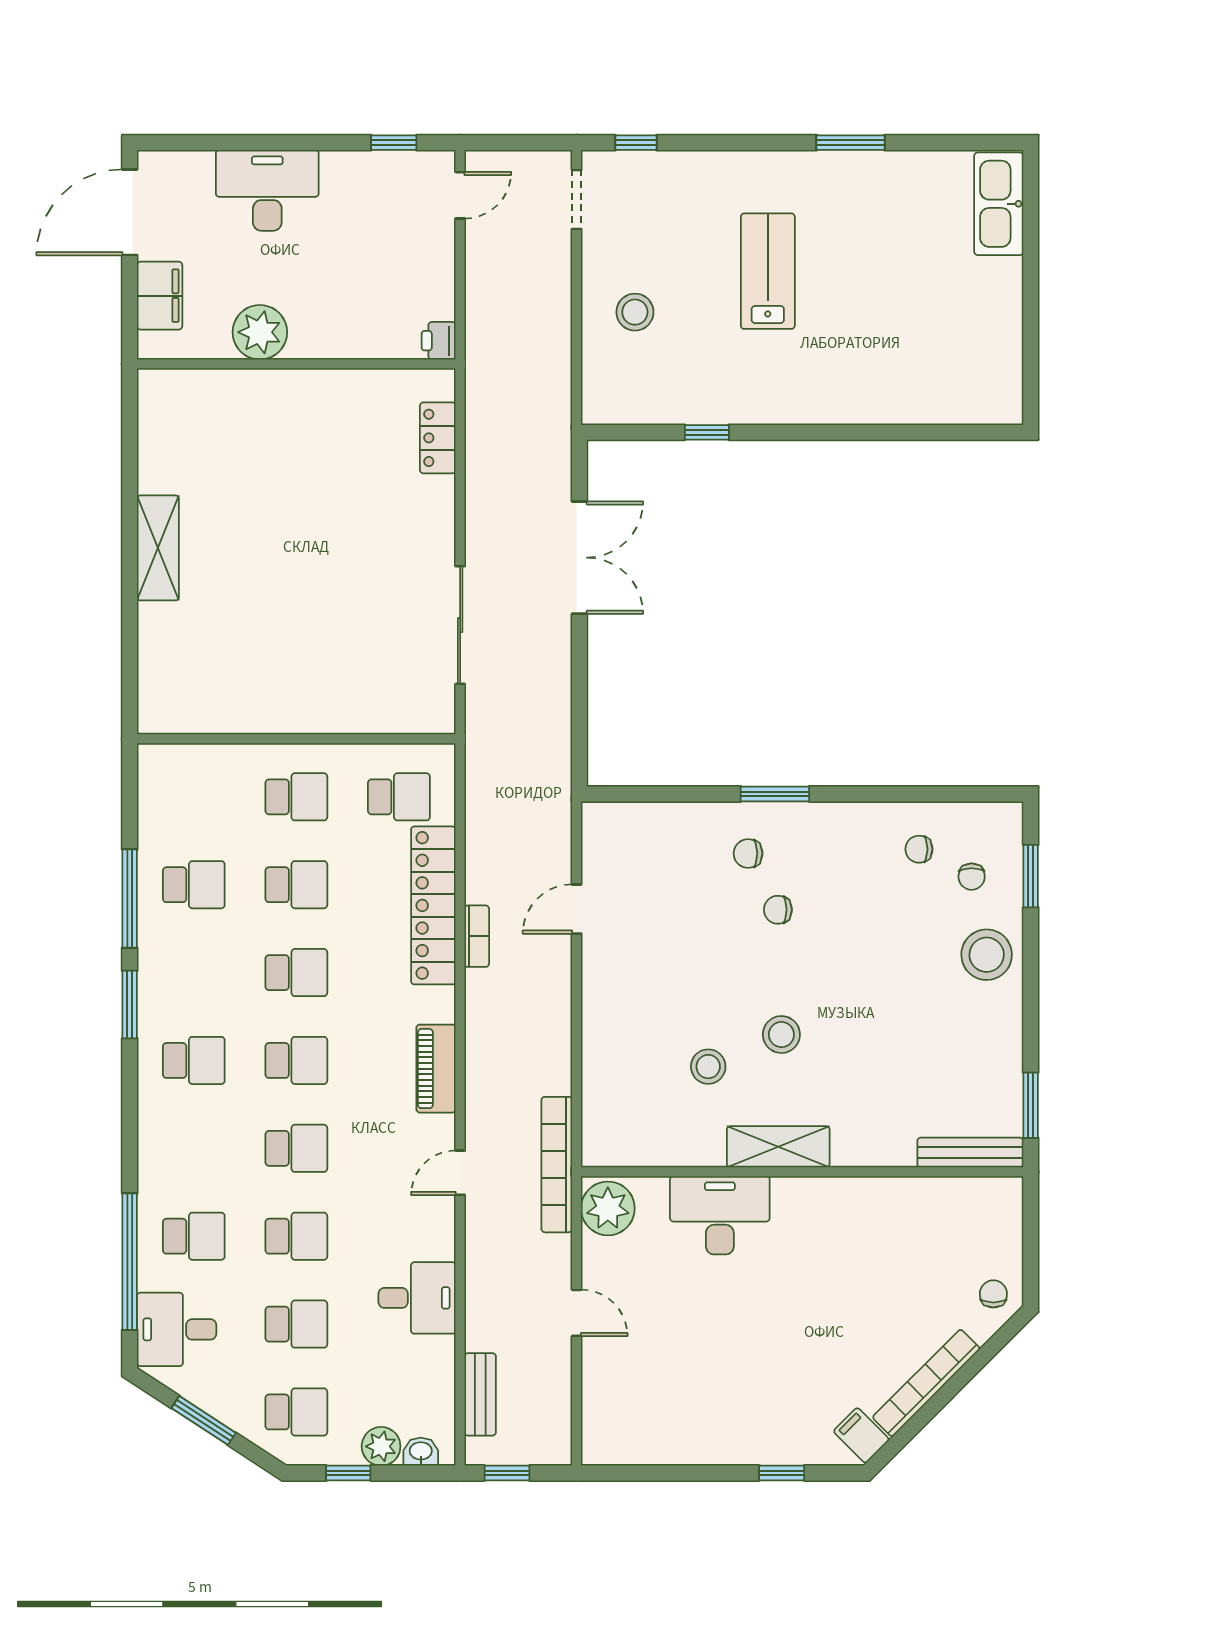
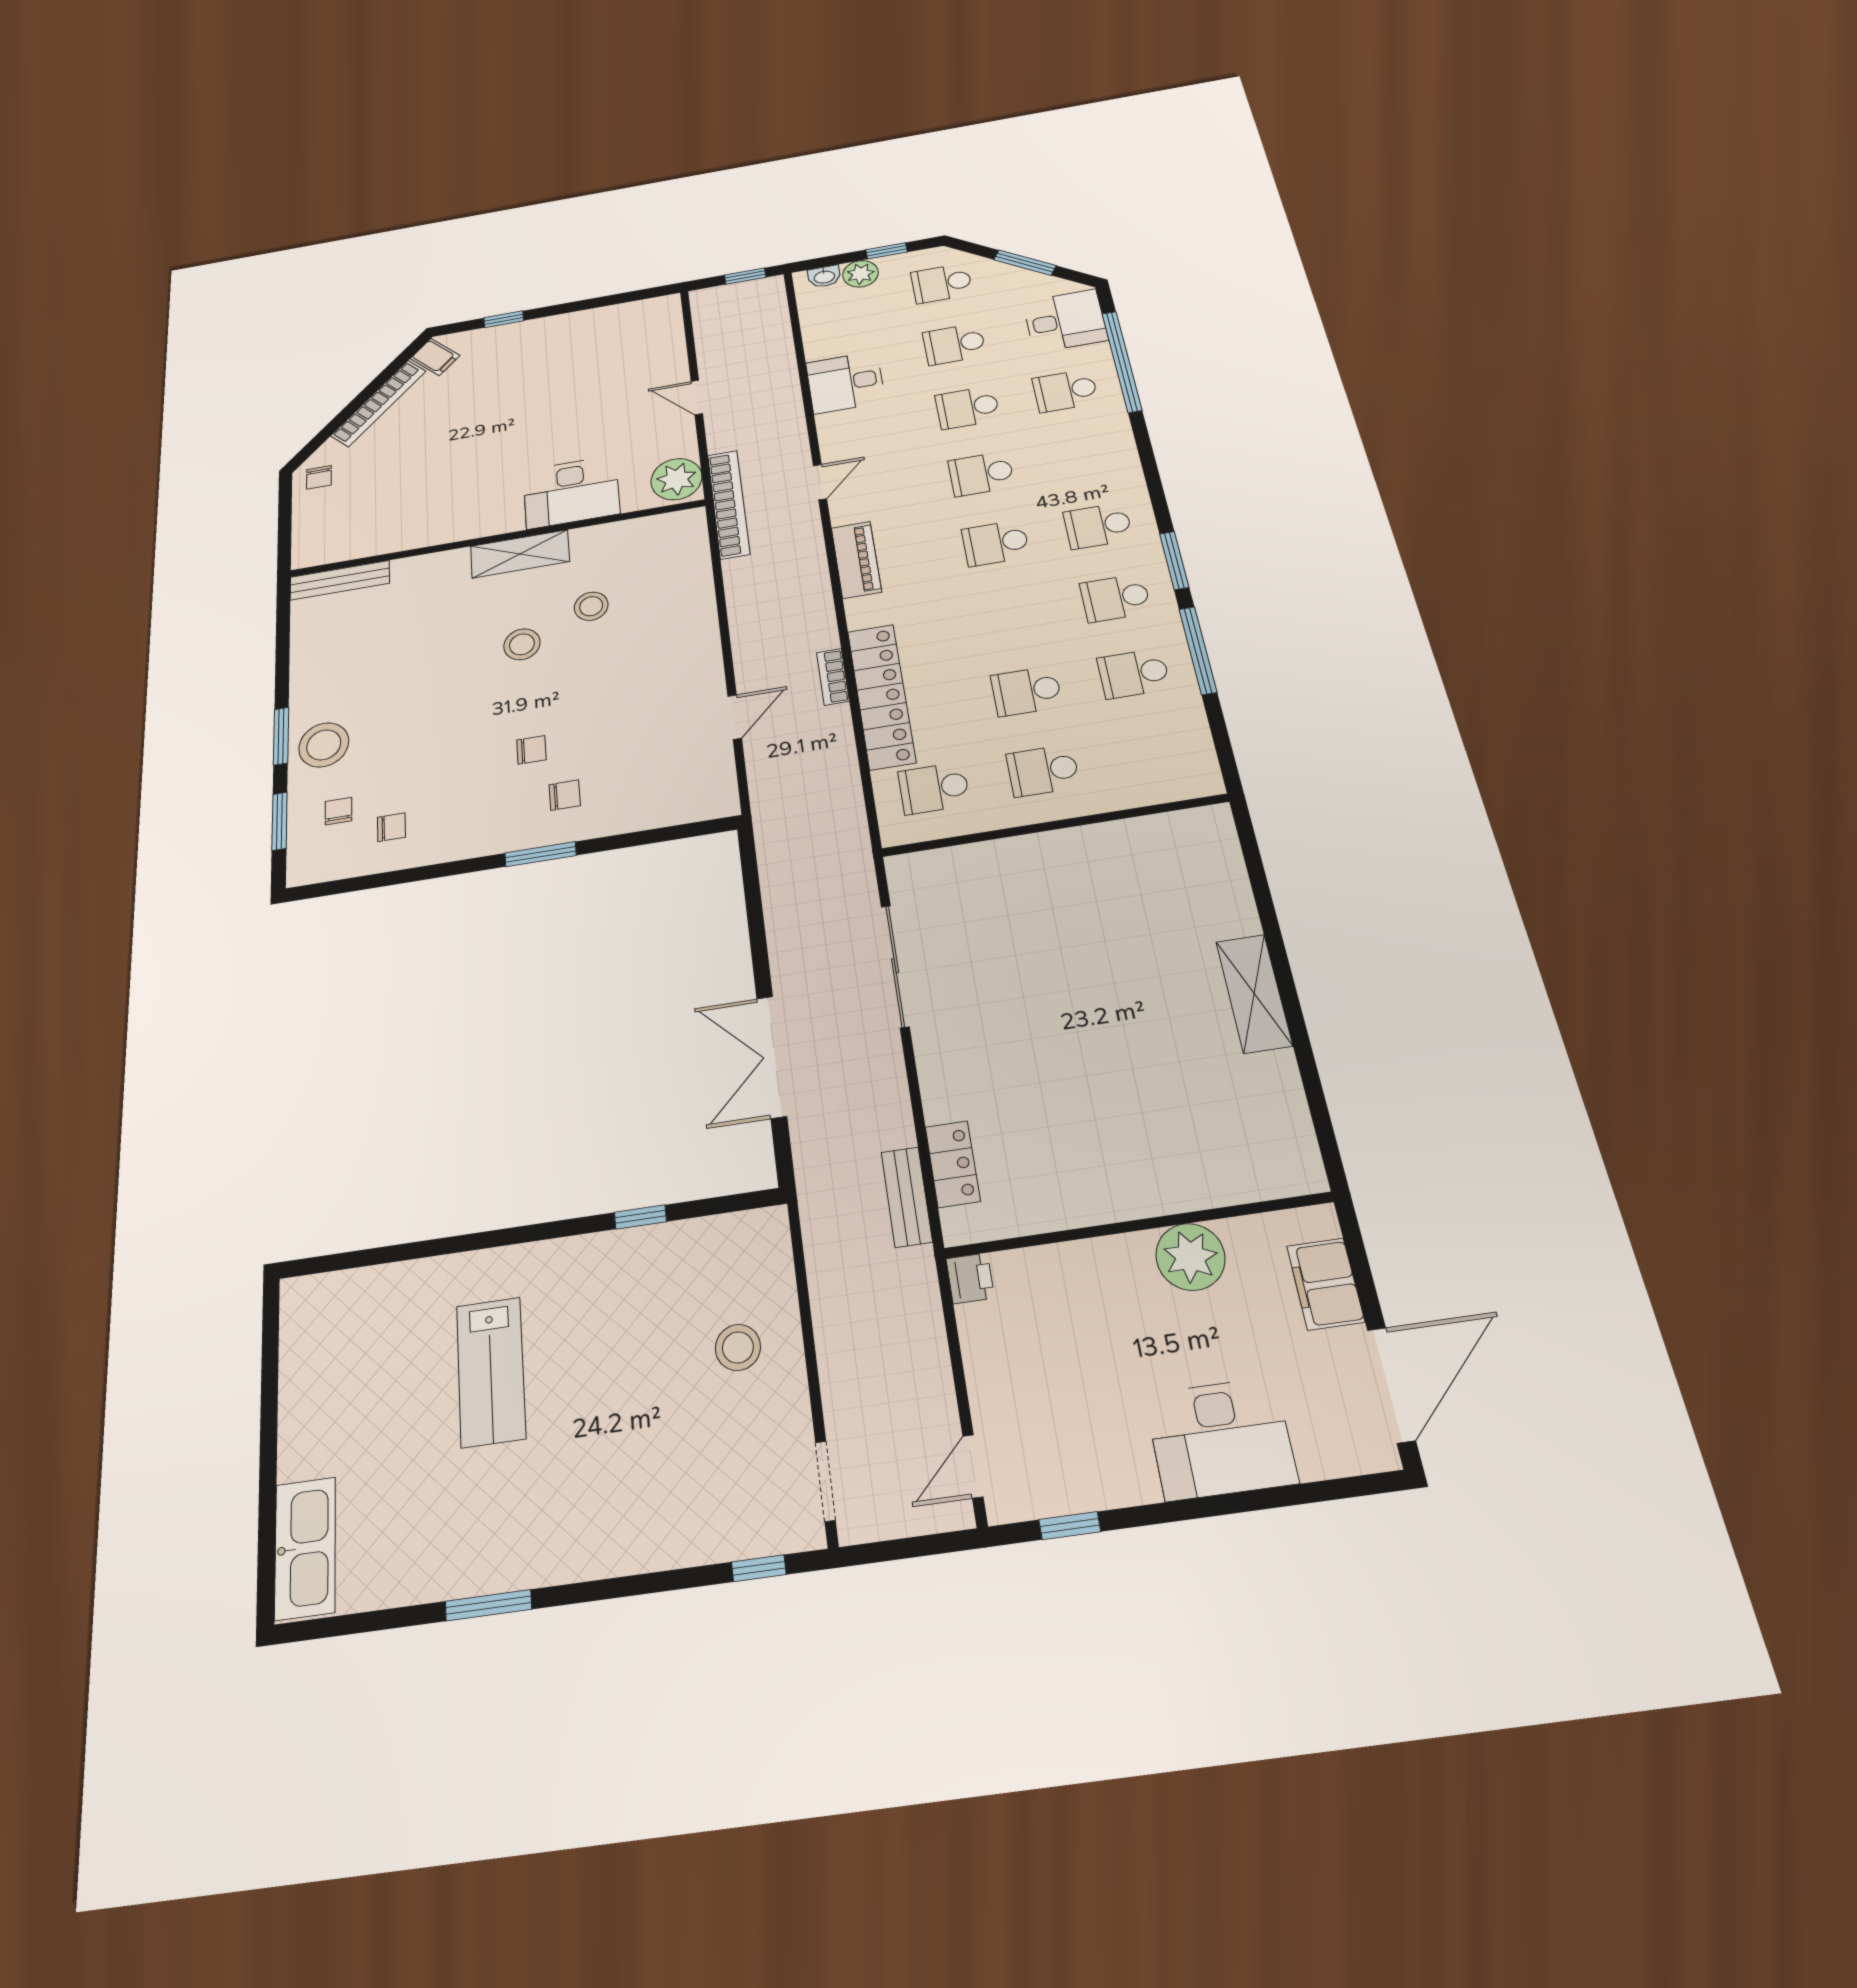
lab bench: (768, 271) -> (491, 1372), moved
school desk: (296, 973) -> (1115, 598), moved
window: (1031, 1105) -> (281, 736), moved
bench: (480, 1394) -> (907, 1197), moved

